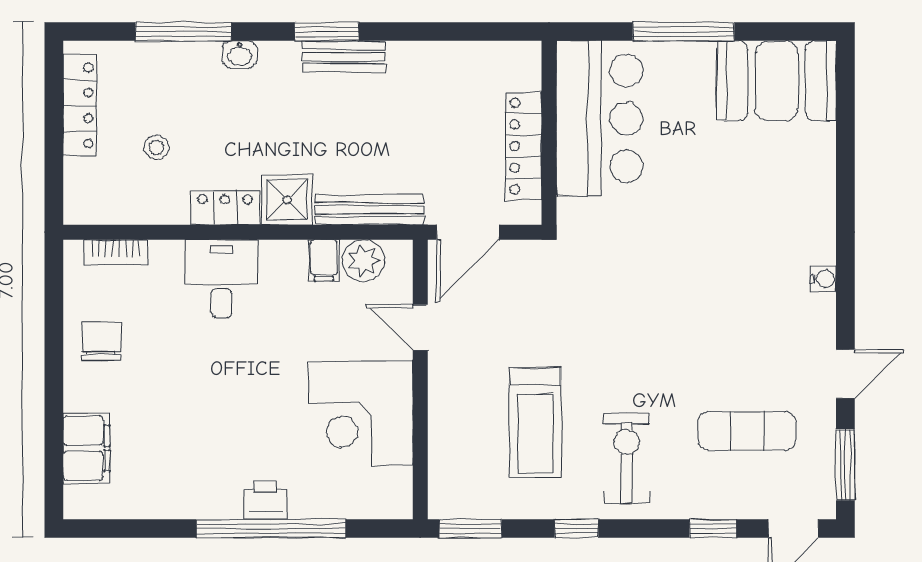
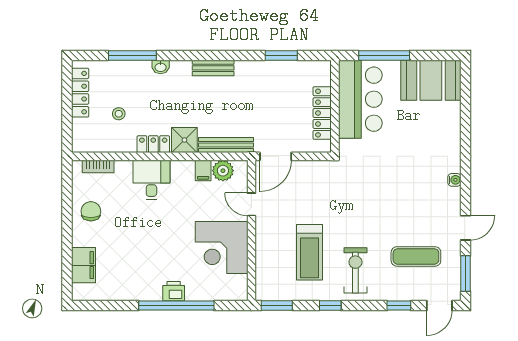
window: (327, 32) -> (281, 55), moved
bar counter: (600, 119) -> (360, 99), moved
wall: (549, 133) -> (335, 106), moved
locker: (524, 146) -> (322, 113), moved

